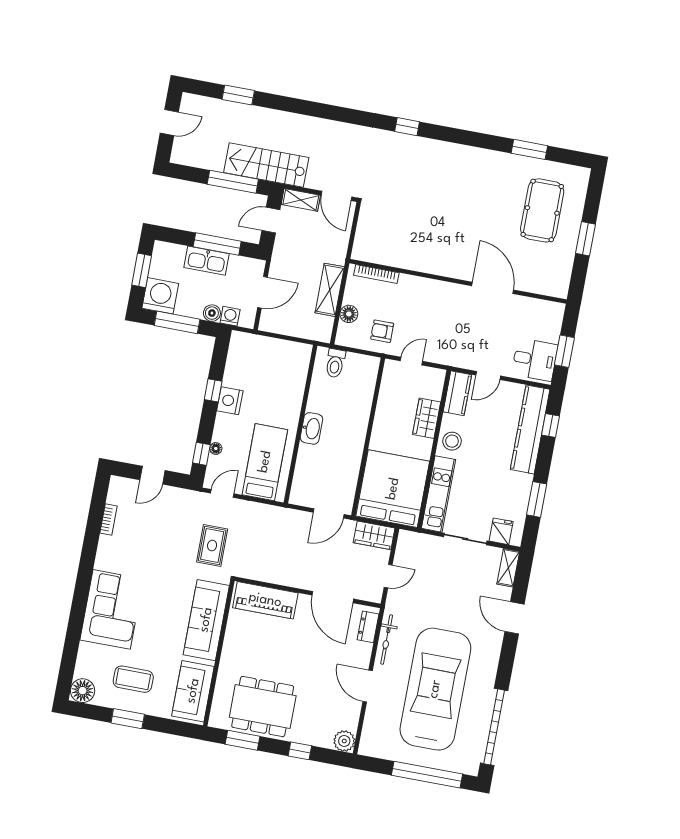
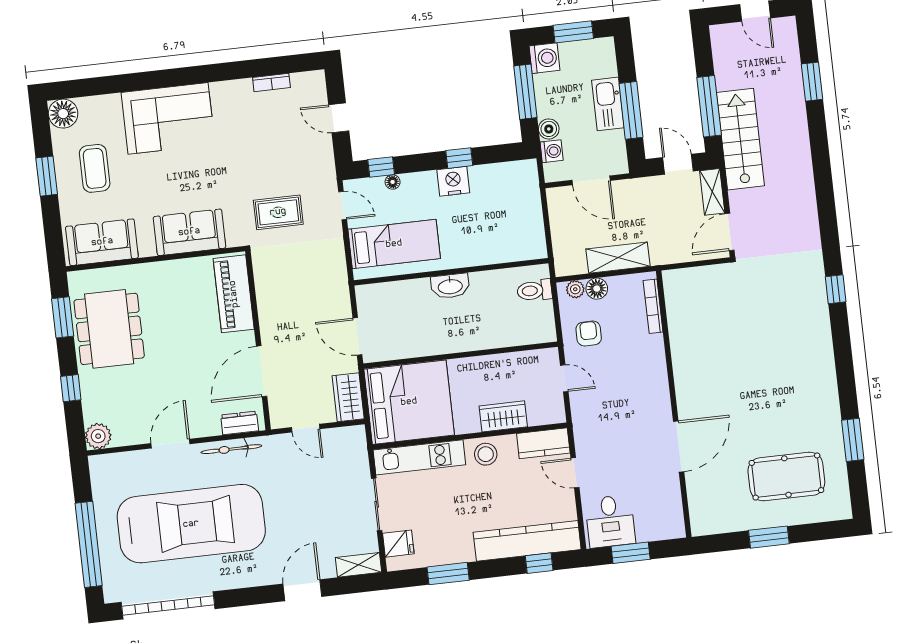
washing machine: (160, 296) -> (545, 58), width x0.73, depth x0.73
plant: (344, 331) -> (575, 289), added
sofa: (206, 620) -> (189, 232), width x0.73

